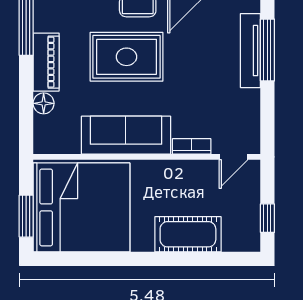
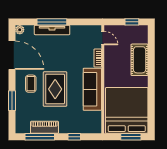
piano: (46, 62) -> (44, 127), moved
window: (26, 97) -> (74, 137), added
floor lamp: (44, 103) -> (77, 129), removed

